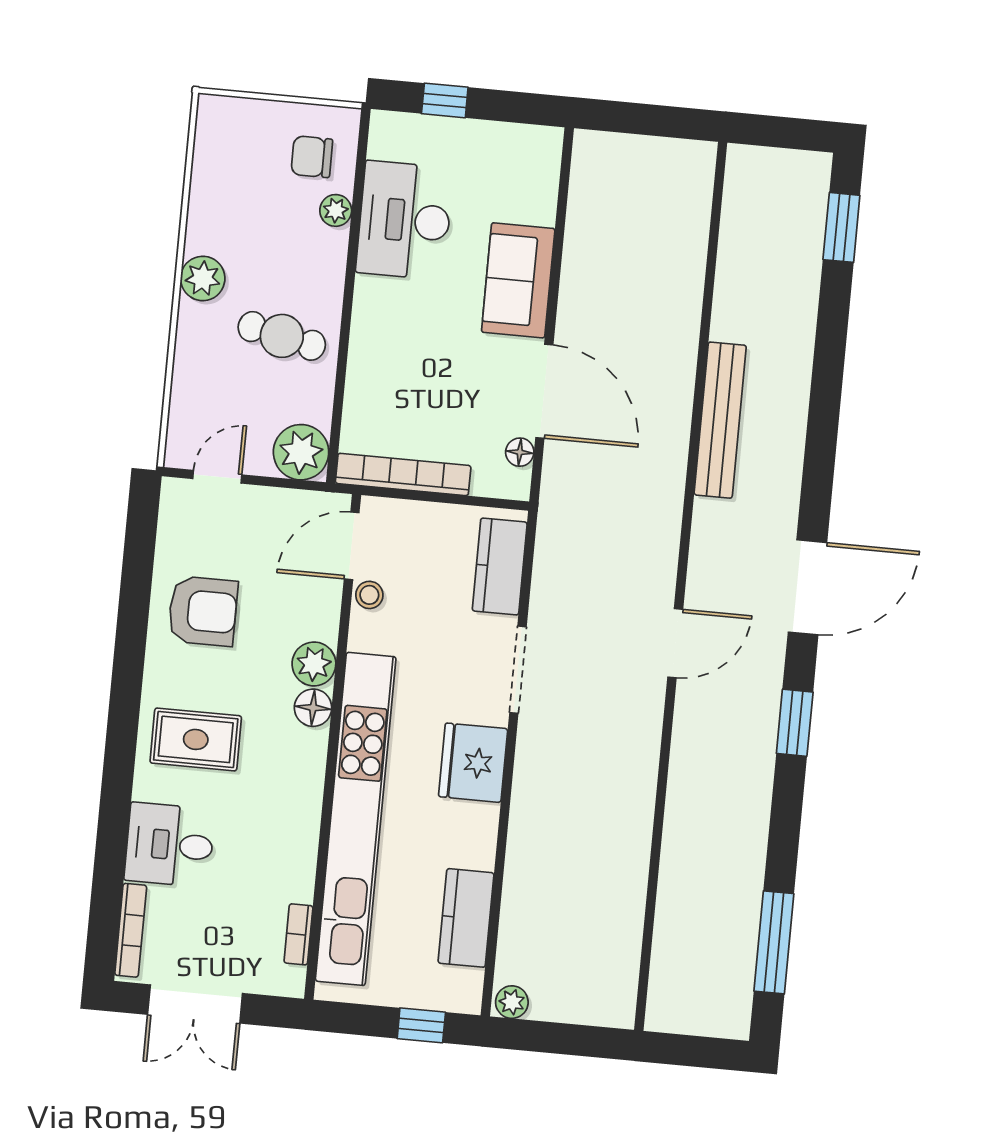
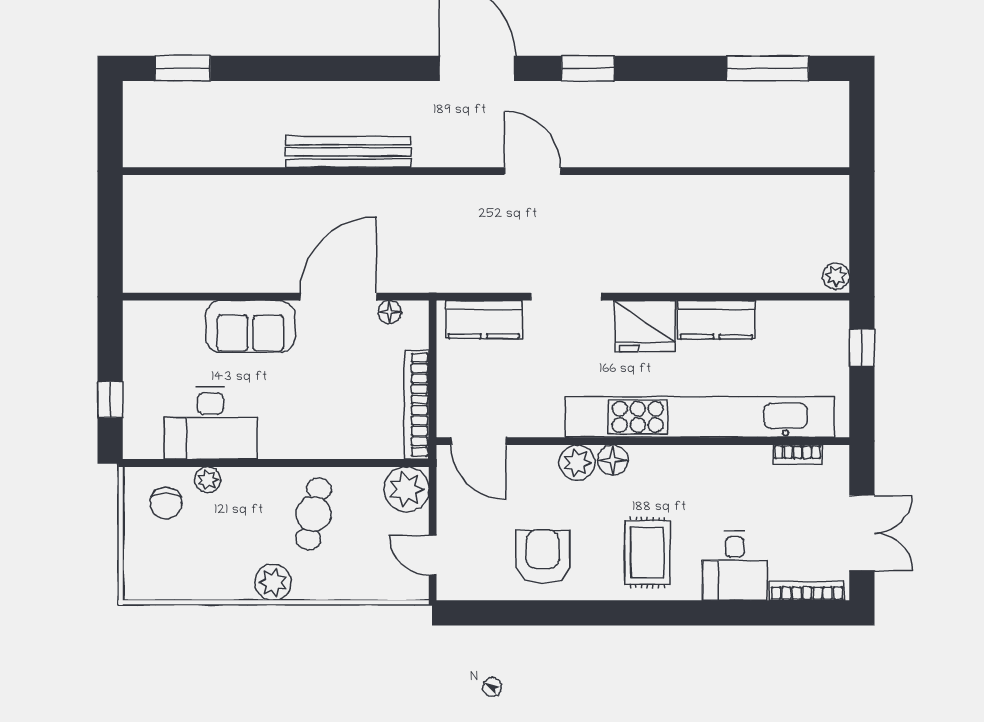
stool: (369, 595) -> (517, 423), removed
kitchen counter: (466, 918) -> (716, 320), moved

